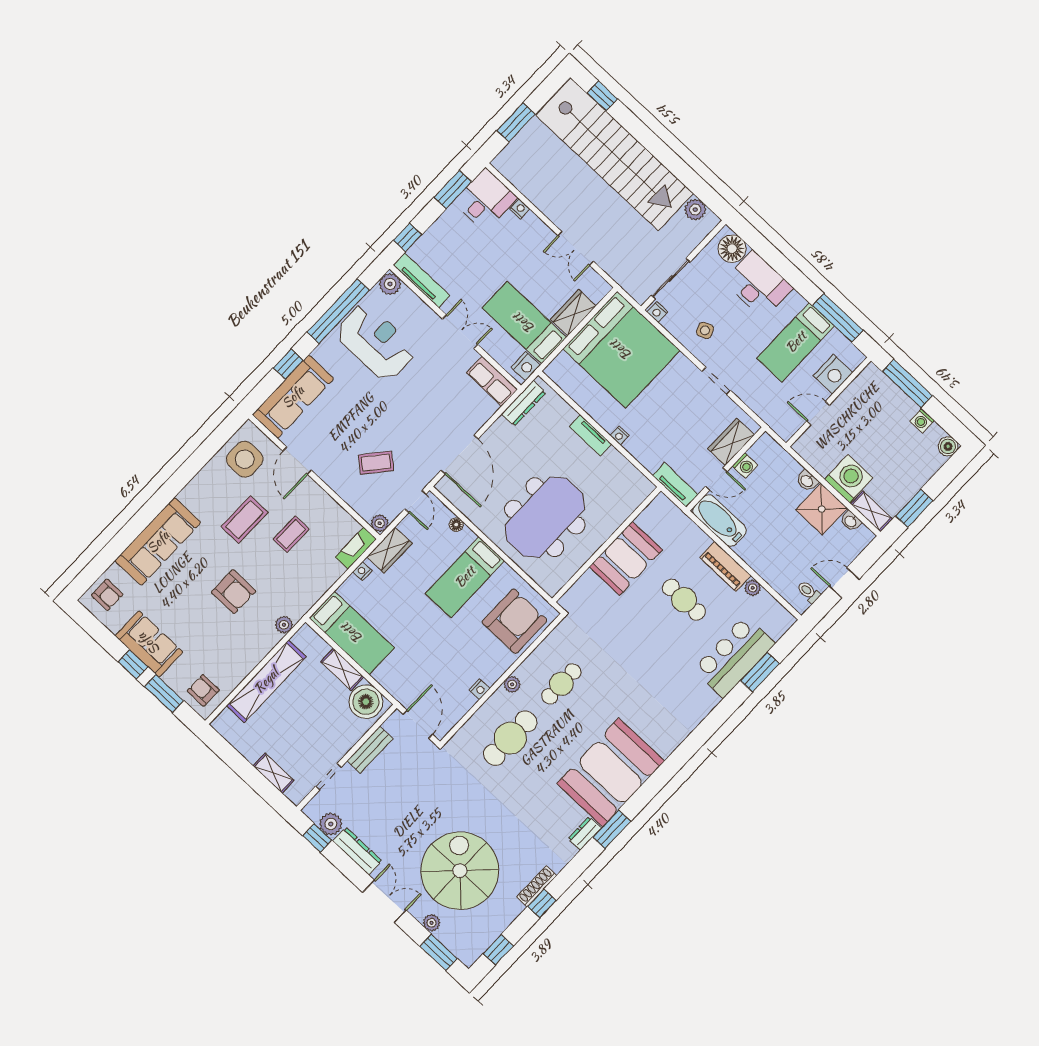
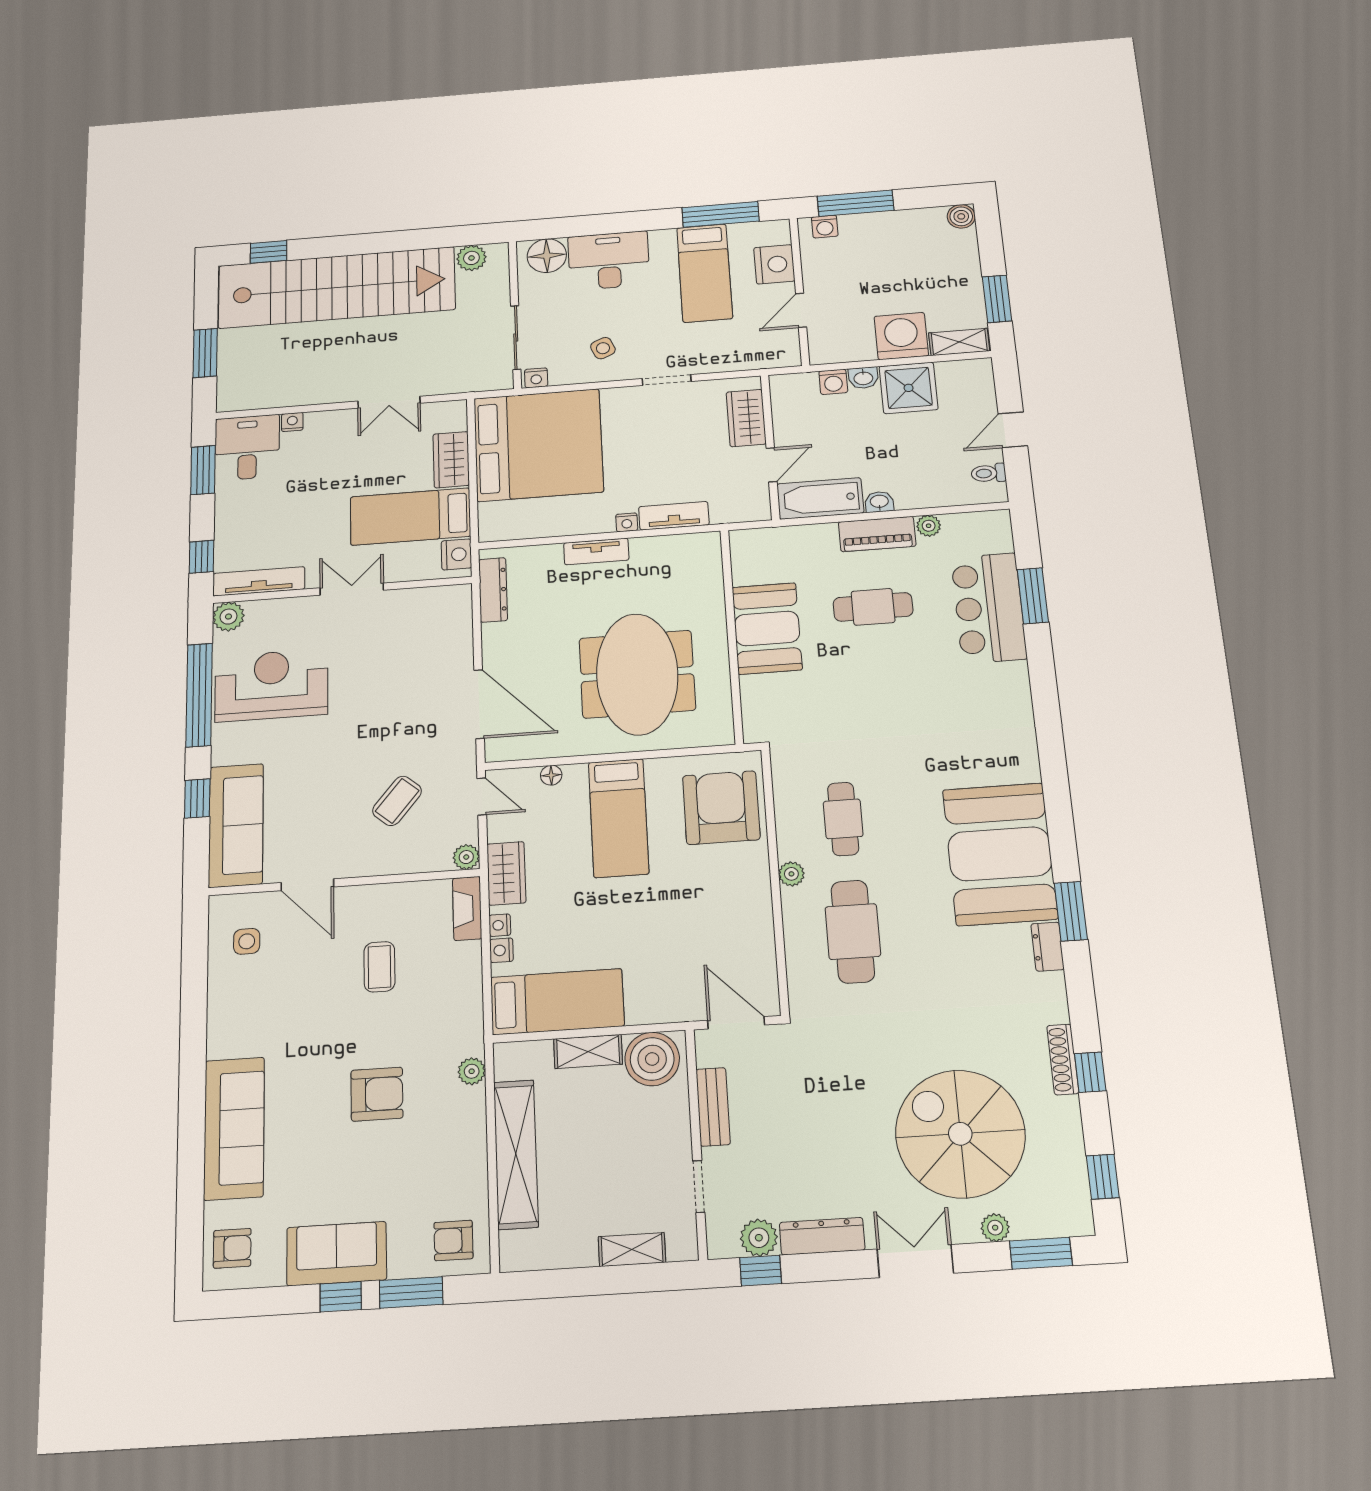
row of seats: (492, 381) -> (436, 602), removed
washing machine: (922, 421) -> (825, 227), moved
side table: (245, 459) -> (247, 941), width x0.54, depth x0.54
washing machine: (745, 466) -> (833, 382), moved, turned 90
tv unit: (675, 485) -> (674, 516), moved
coffee table: (244, 519) -> (311, 1004), removed
washbasin: (851, 521) -> (879, 502), moved, turned 180
nightstand: (480, 689) -> (501, 950), moved, turned 180

